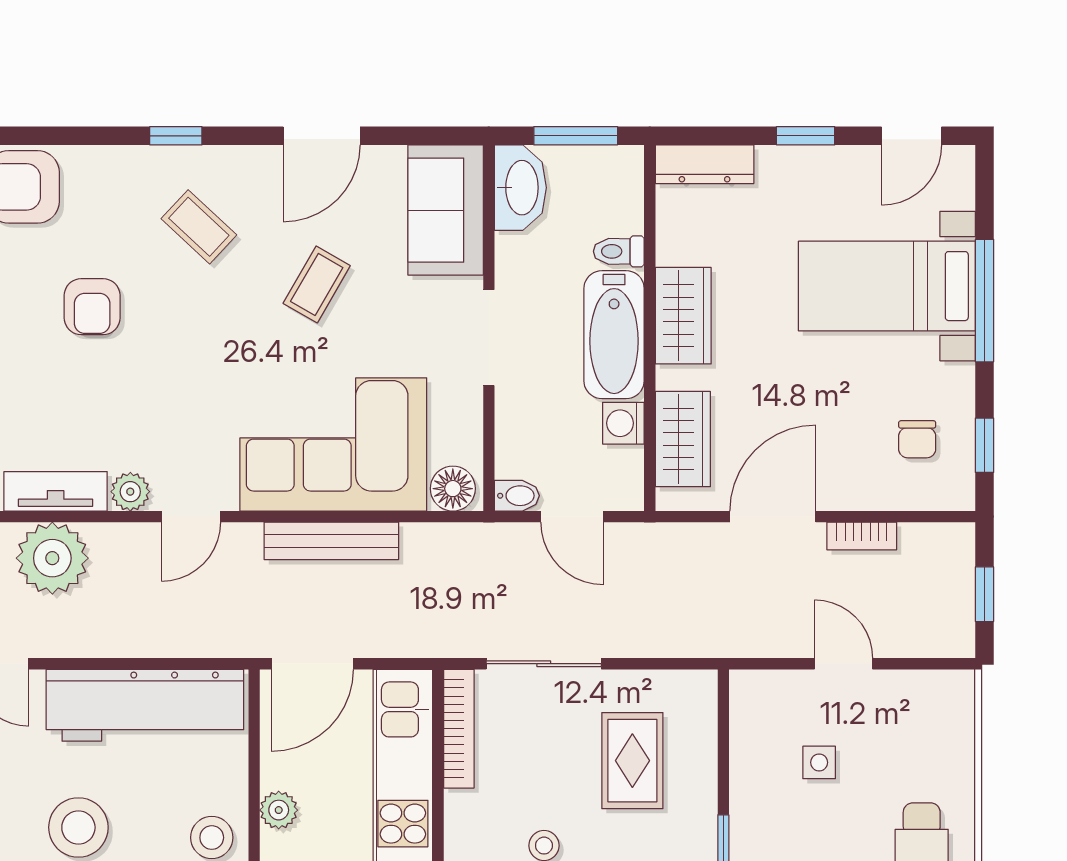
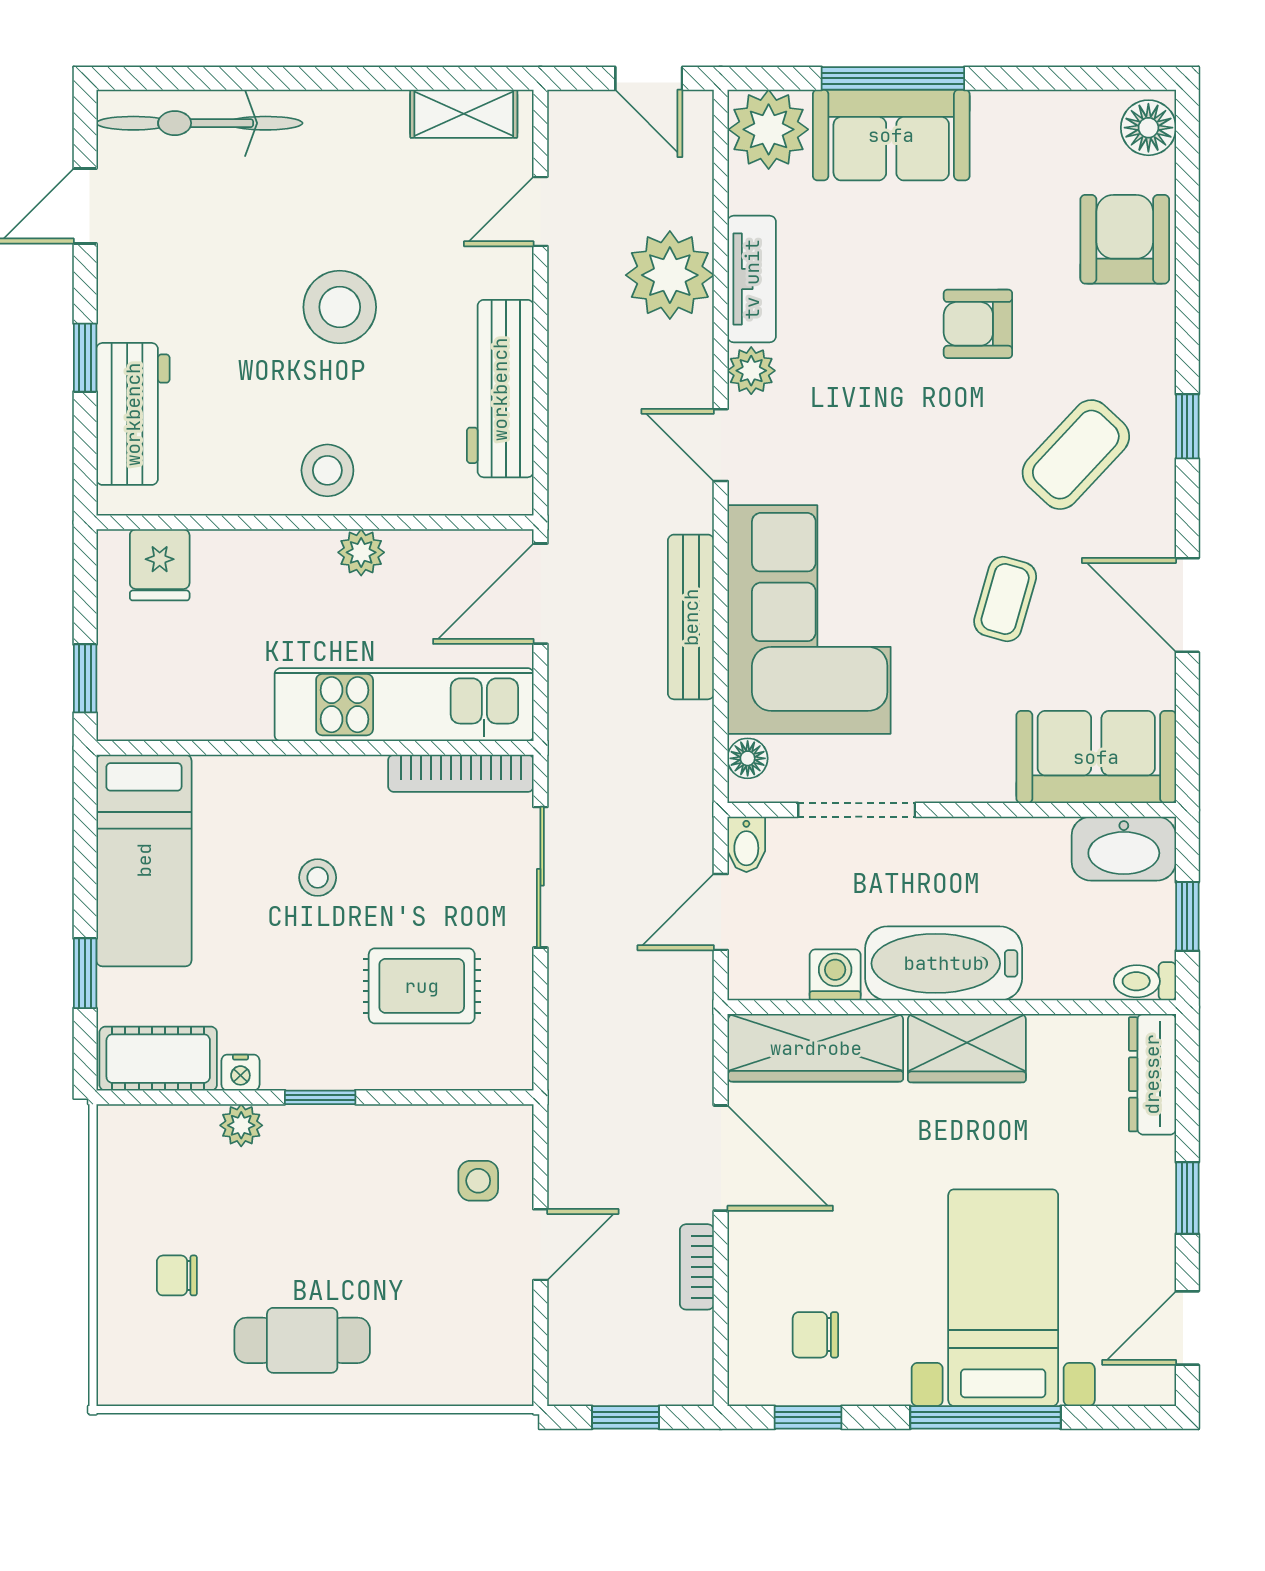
window: (576, 136) -> (1187, 916), width x0.67
door: (912, 136) -> (1187, 1328), hinge flipped
coffee table: (199, 227) -> (1076, 455), width x1.36, depth x1.30
toilet: (619, 251) -> (1145, 981), moved, turned -90
coffee table: (317, 285) -> (1005, 599), turned 76
doorway: (489, 338) -> (857, 810), moved
wardrobe: (683, 439) -> (816, 1048), width x1.50
floor lamp: (453, 489) -> (748, 758), width x0.73, depth x0.73
door: (312, 664) -> (540, 594), hinge flipped
workbench: (145, 705) -> (500, 389), width x0.73, depth x0.76
side table: (819, 762) -> (478, 1181), moved

